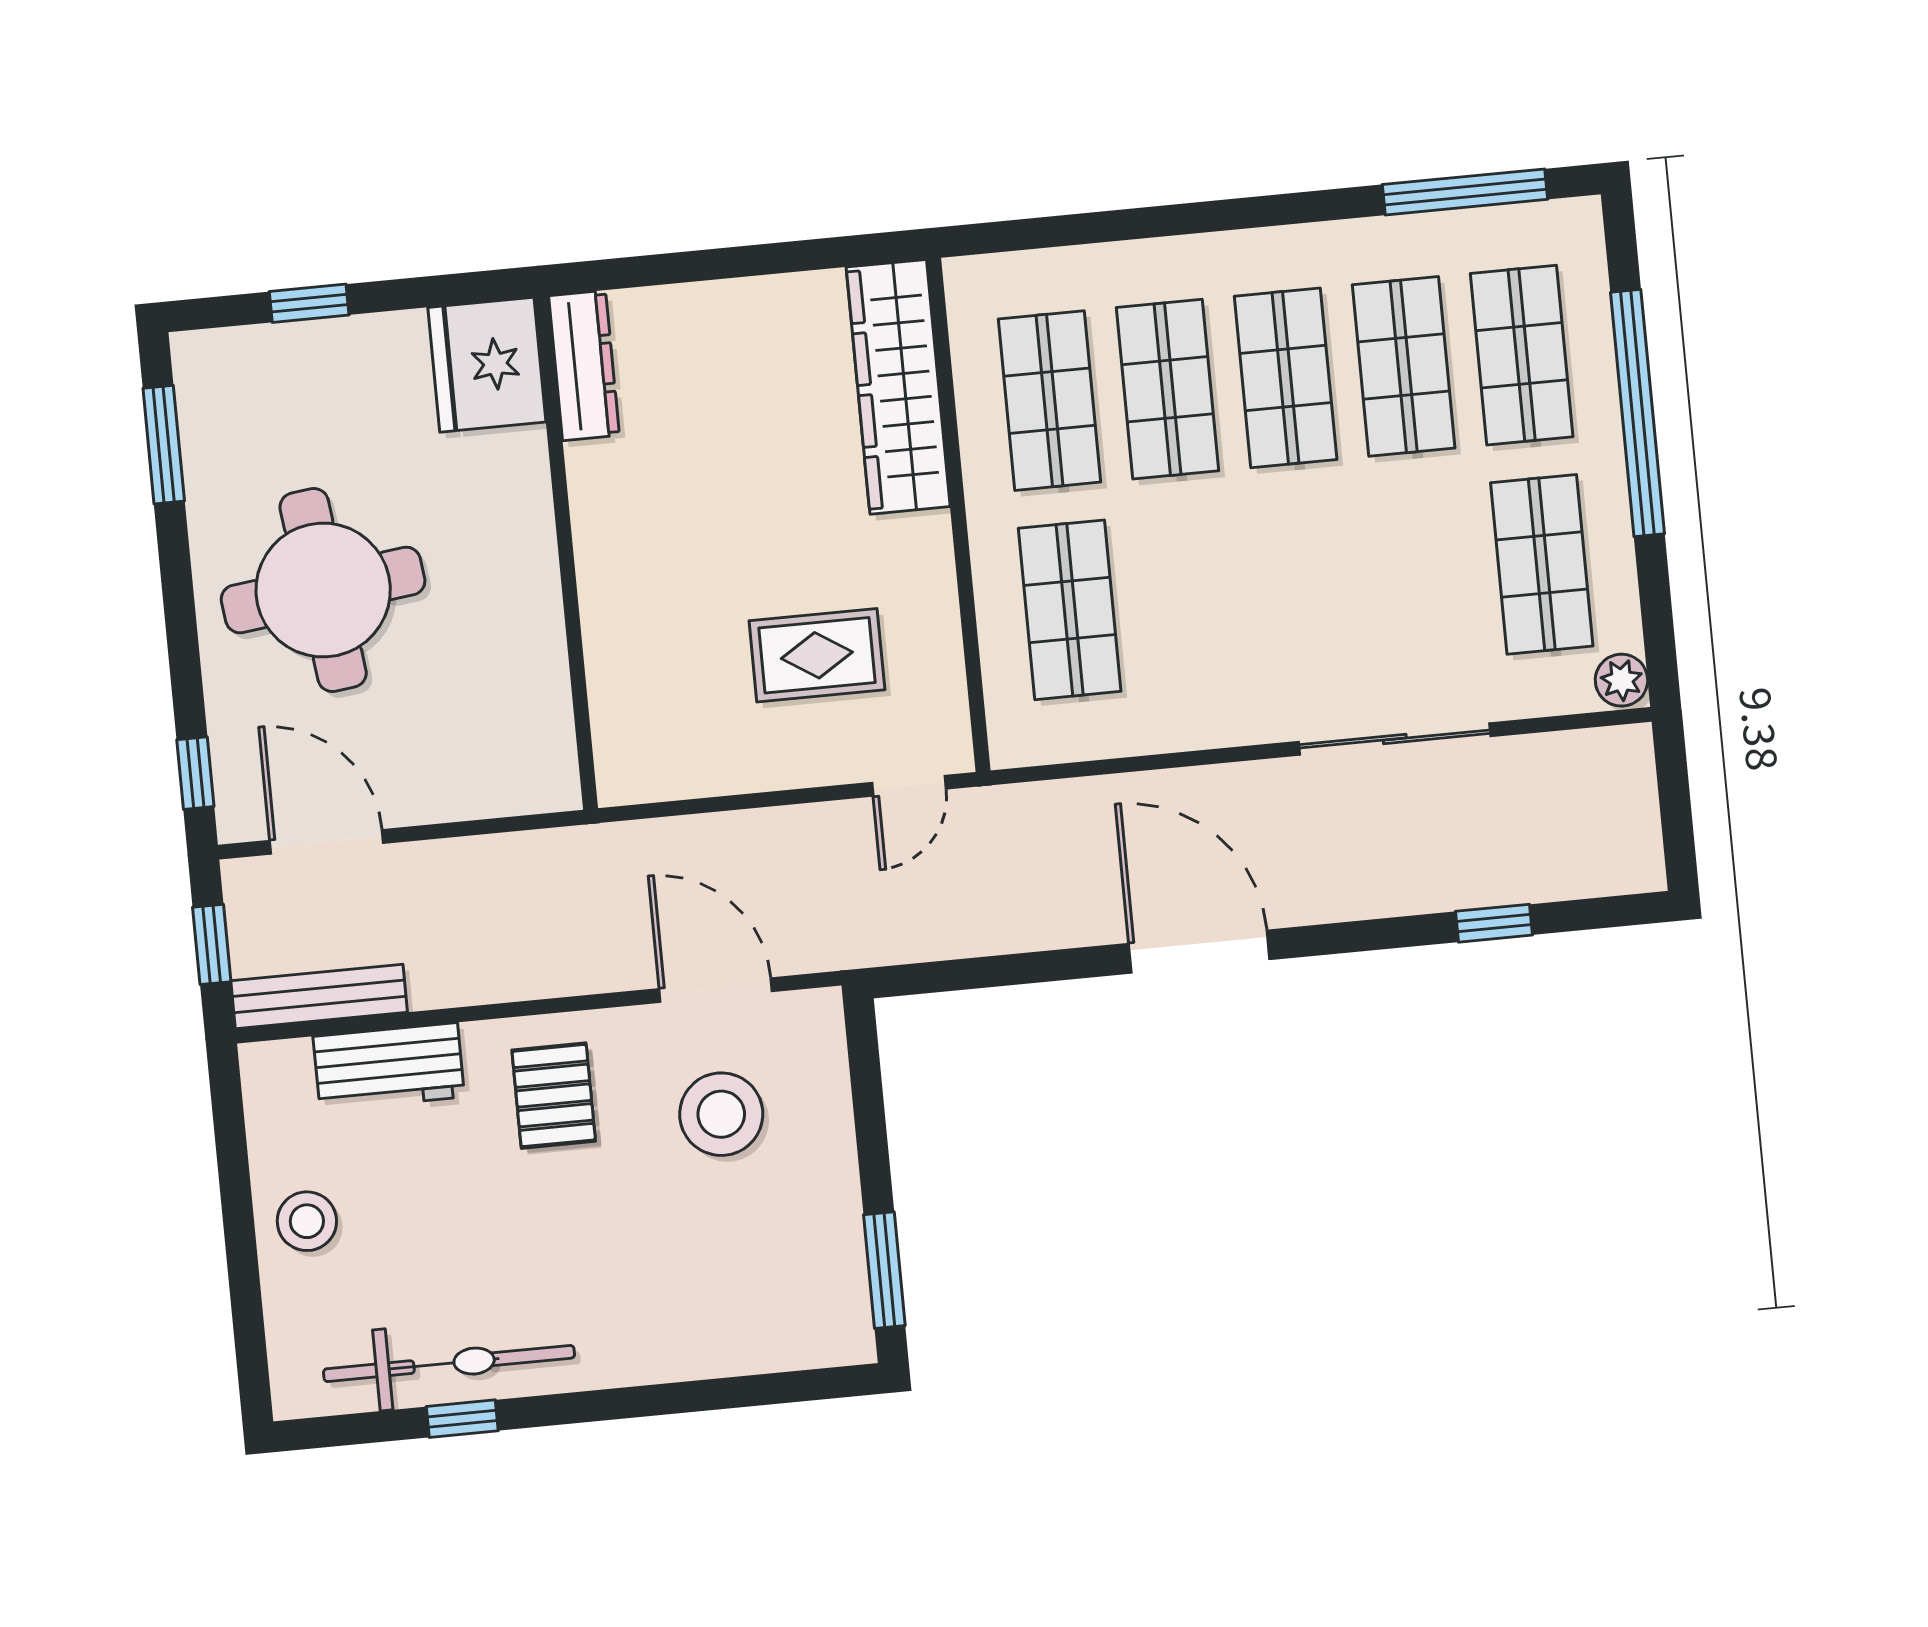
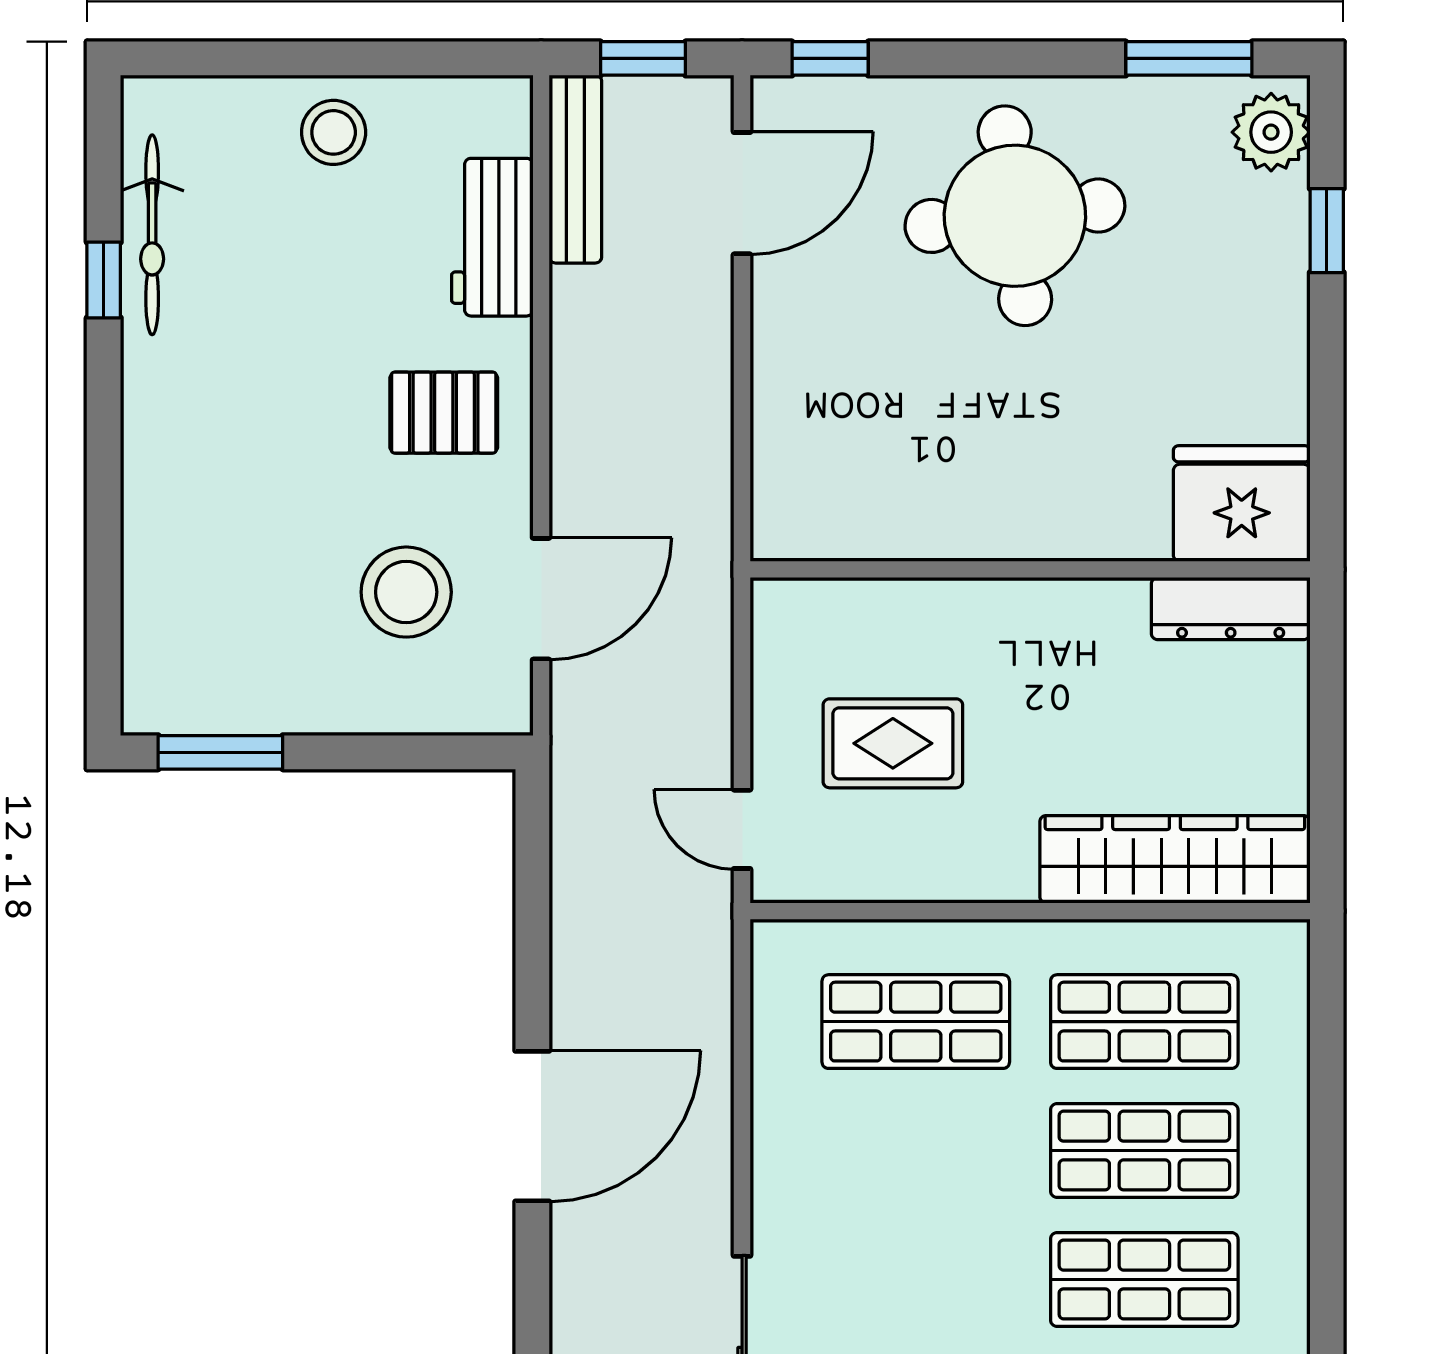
plant: (224, 363) -> (1271, 132), added
fridge: (487, 365) -> (1242, 504), moved
dresser: (584, 366) -> (1231, 609), moved
wall: (566, 553) -> (1030, 569), moved
rug: (817, 655) -> (893, 743), turned 90
bicycle: (449, 1363) -> (152, 235), width x0.73, depth x0.71

